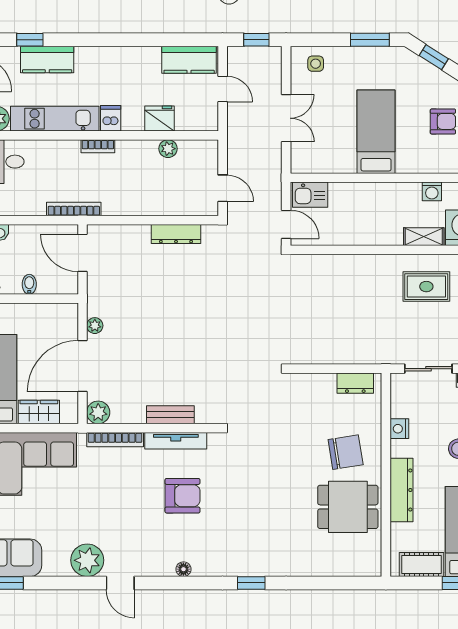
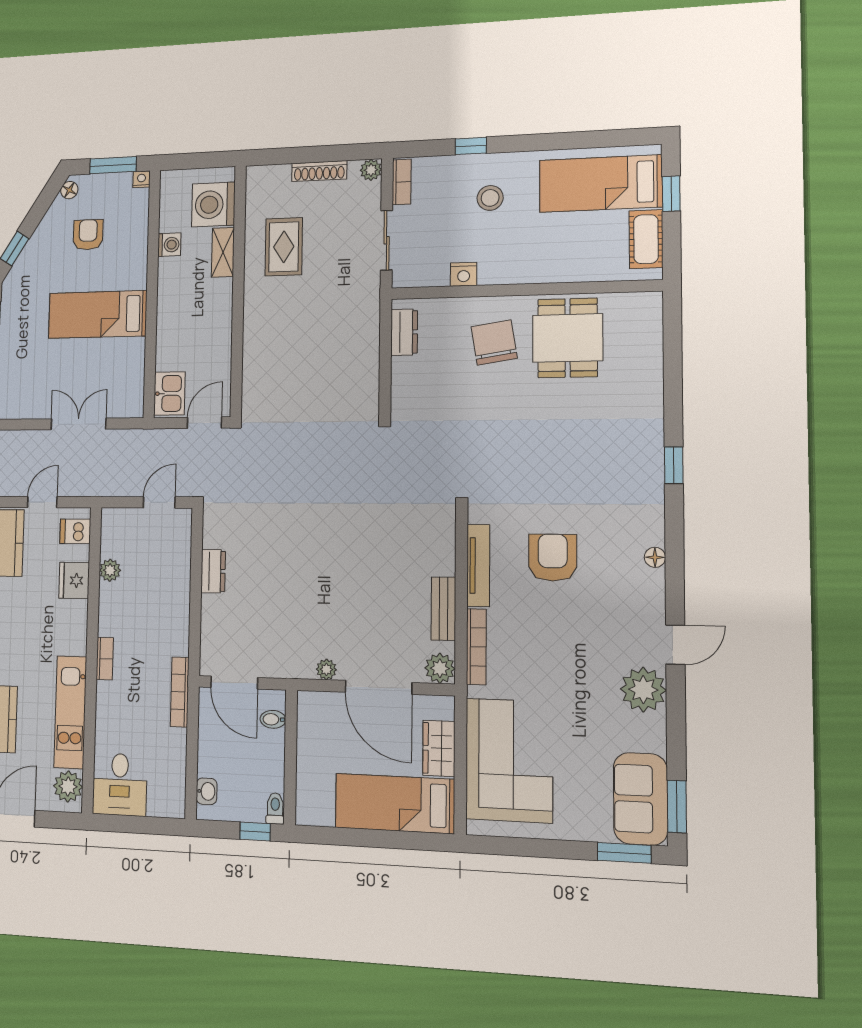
side table: (316, 64) -> (17, 389), removed
dishwasher: (111, 118) -> (75, 531), moved
dresser: (176, 234) -> (213, 571), width x0.70
door: (82, 253) -> (234, 683), hinge flipped
bidet: (29, 284) -> (273, 719), moved
bench: (170, 415) -> (443, 609), moved
dresser: (401, 490) -> (545, 269), removed

